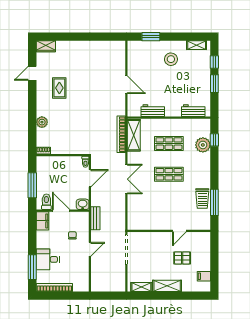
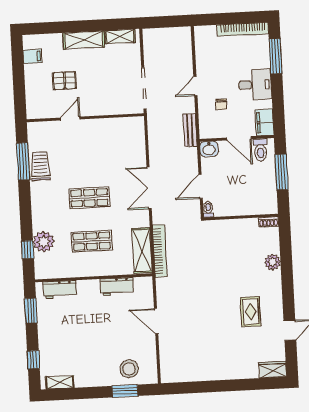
stool: (171, 59) -> (129, 369), moved
window: (214, 84) -> (31, 311), moved
desk: (48, 259) -> (255, 85), moved

